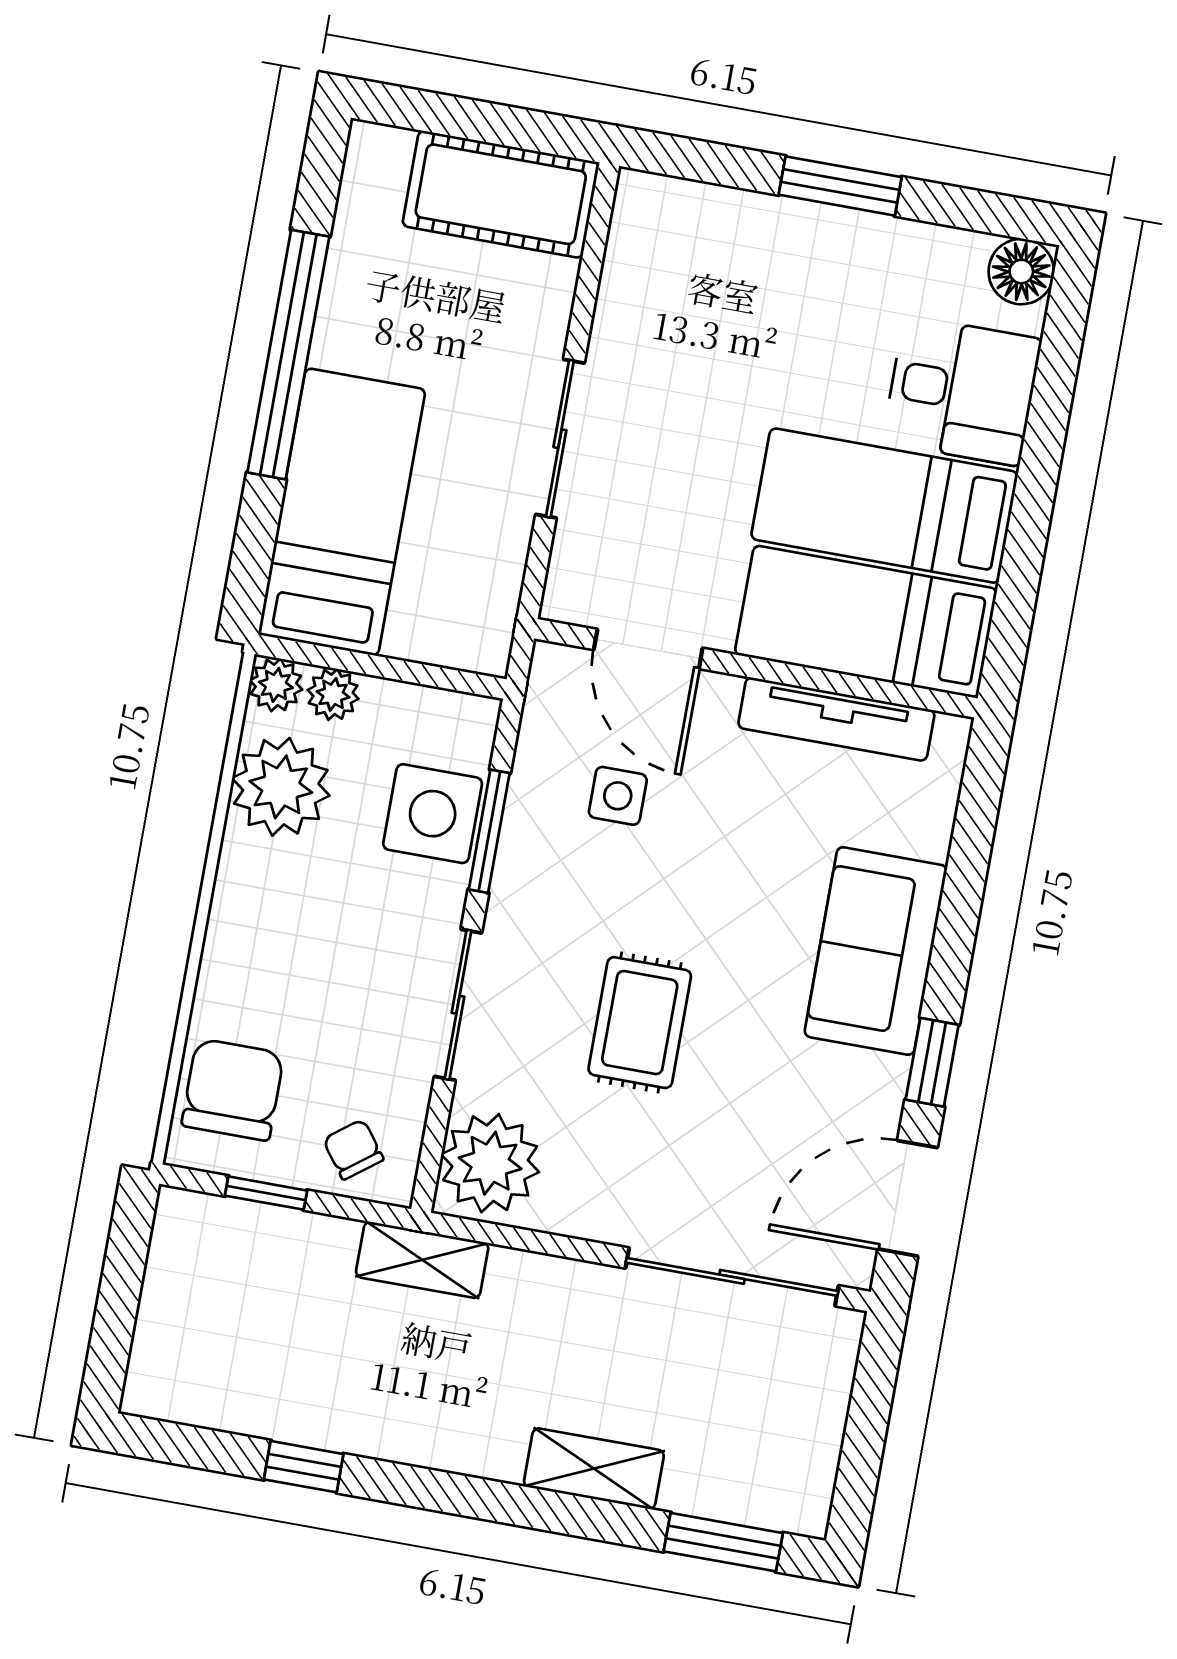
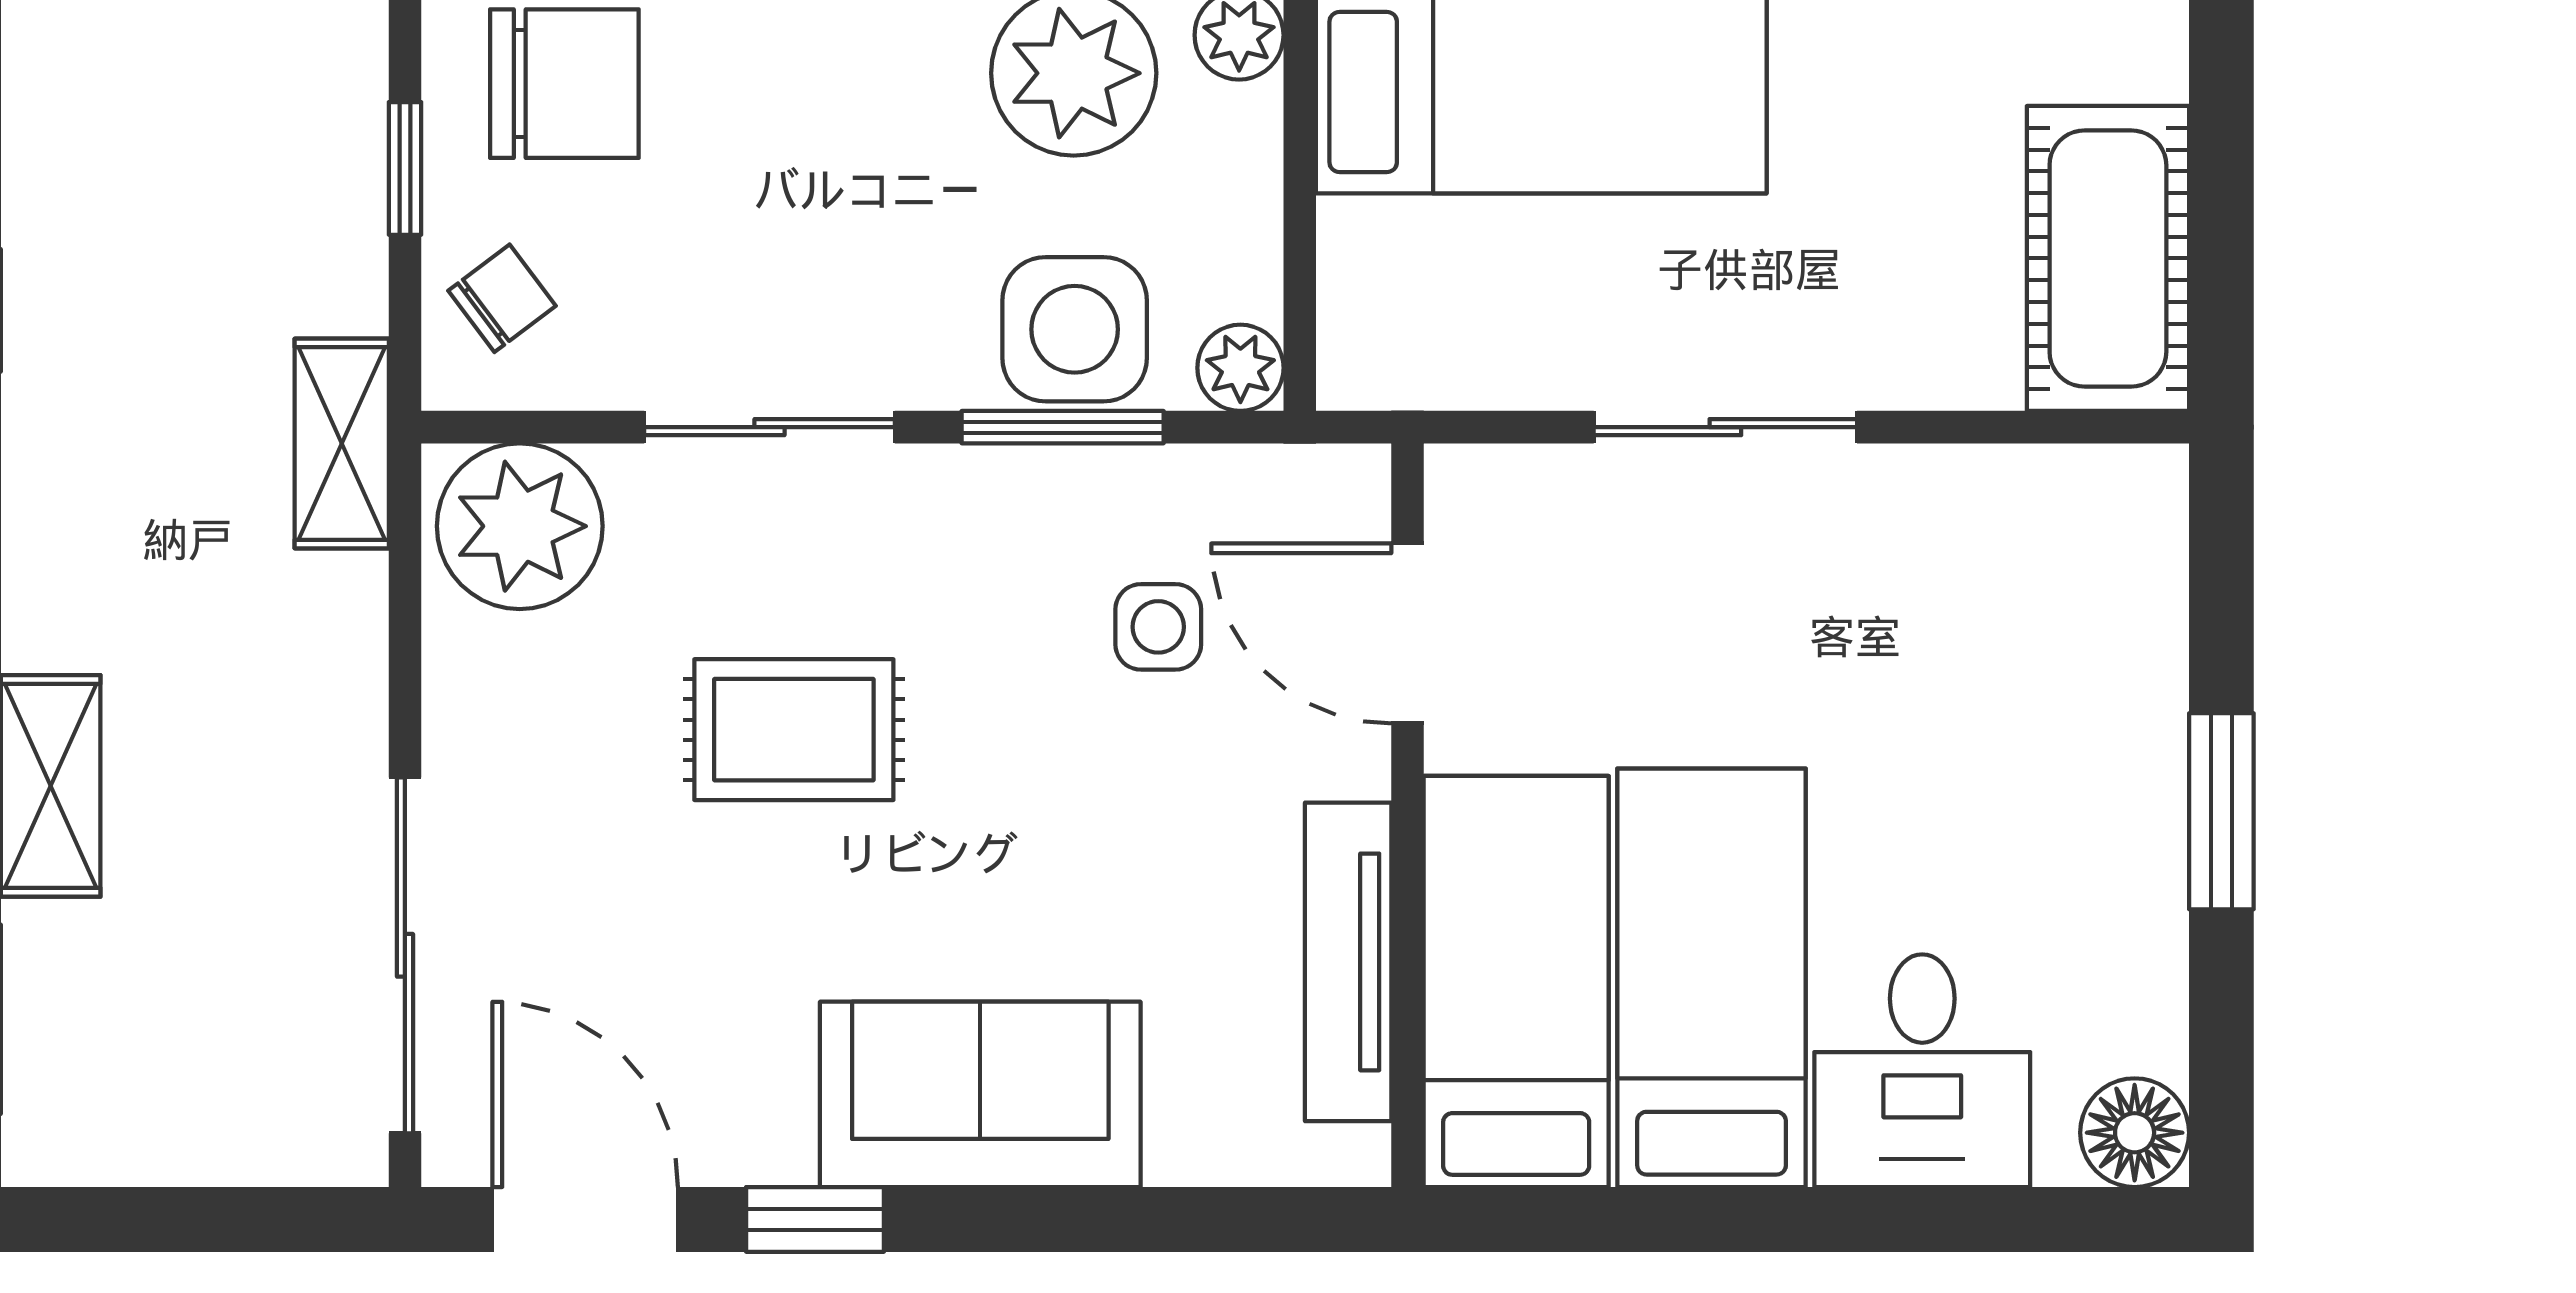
door: (648, 649) -> (1407, 633), hinge flipped
plant: (333, 694) -> (1240, 368), moved

